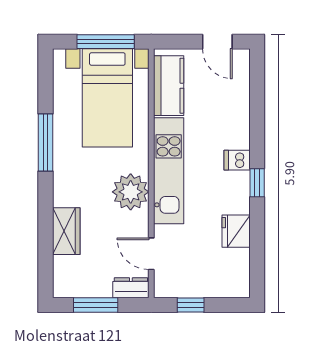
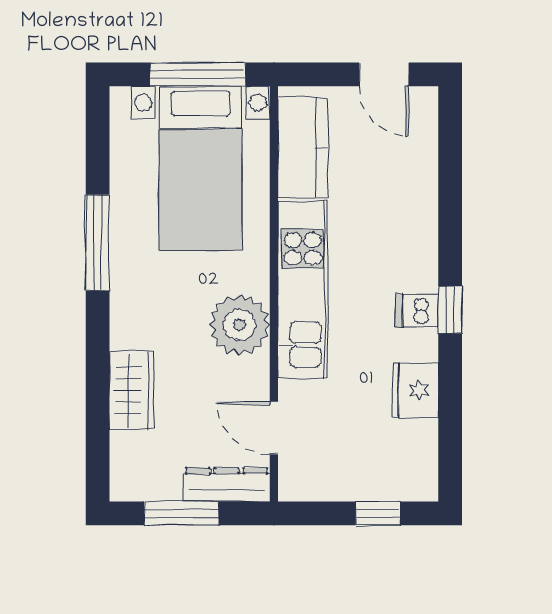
dishwasher: (237, 160) -> (417, 311), moved
dresser: (131, 288) -> (227, 485), width x1.44
window: (191, 305) -> (378, 513), moved

